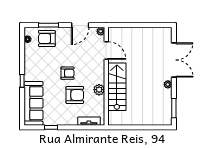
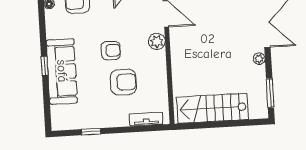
stairs: (117, 87) -> (212, 108), moved, turned -90
plant: (99, 90) -> (157, 41), moved
sofa: (34, 103) -> (62, 71), moved

